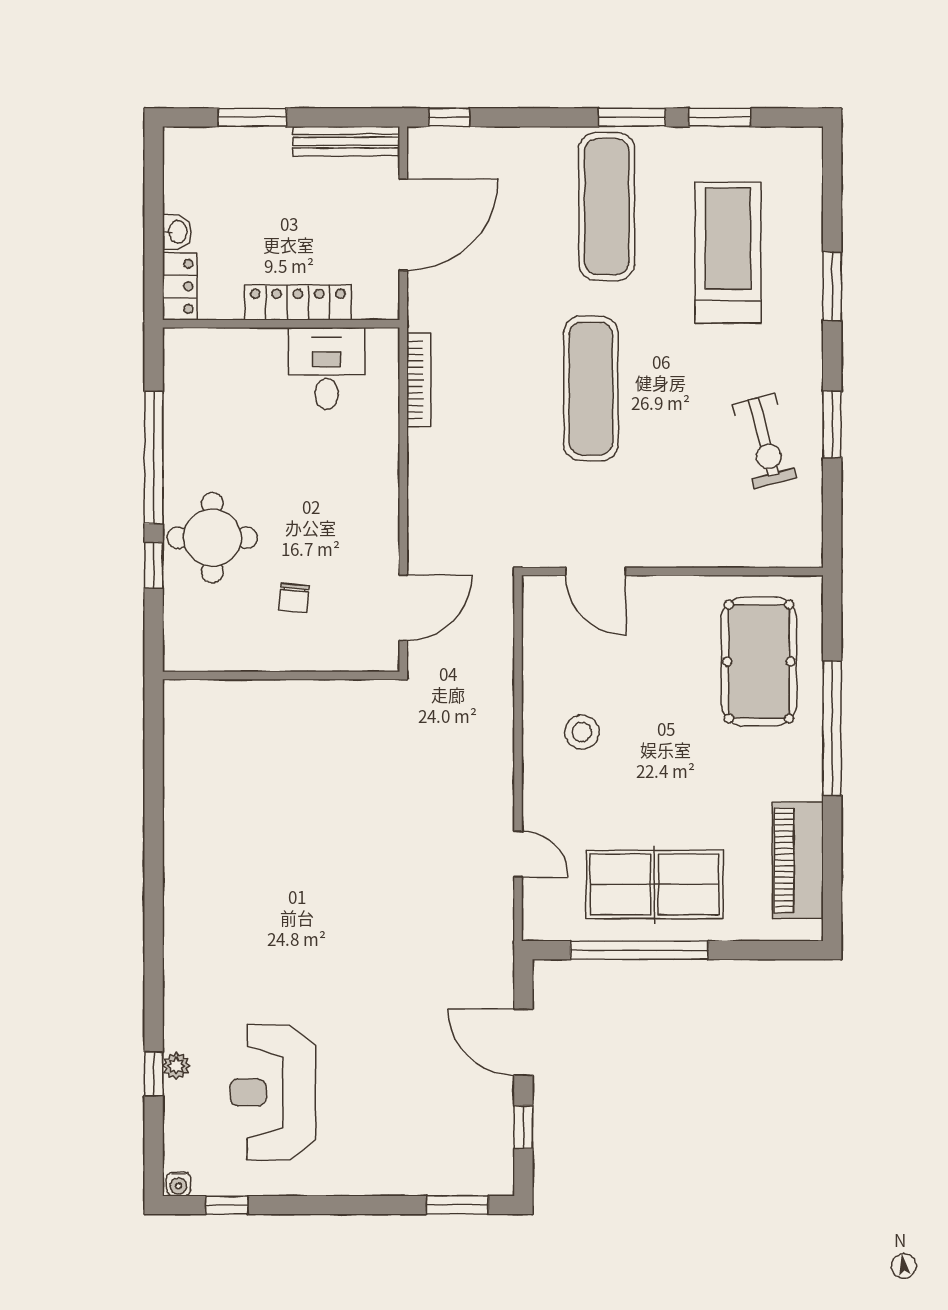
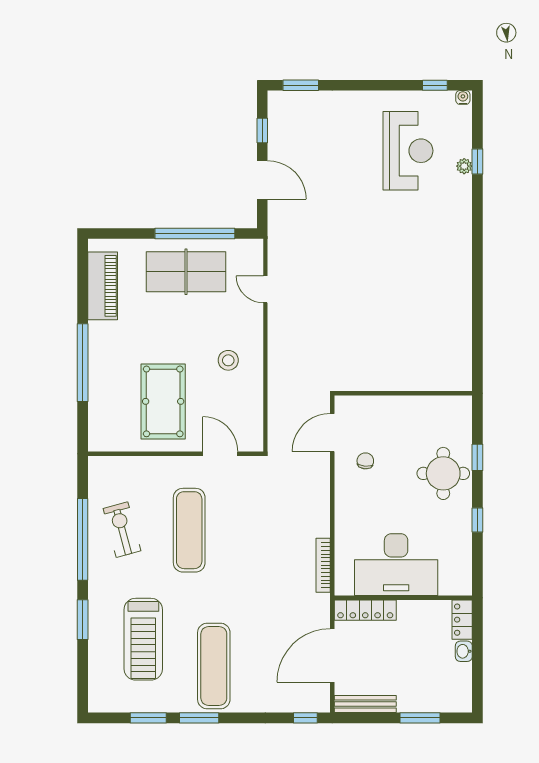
locker: (298, 303) -> (365, 610), moved
desk: (327, 368) -> (396, 565), width x1.87, depth x1.30
exercise mat: (591, 388) -> (189, 530), moved
window: (832, 424) -> (83, 539), width x2.11
window: (154, 458) -> (477, 520), width x0.32
chair: (294, 598) -> (365, 461), moved
pool table: (759, 662) -> (163, 401), moved

